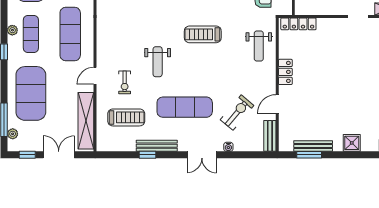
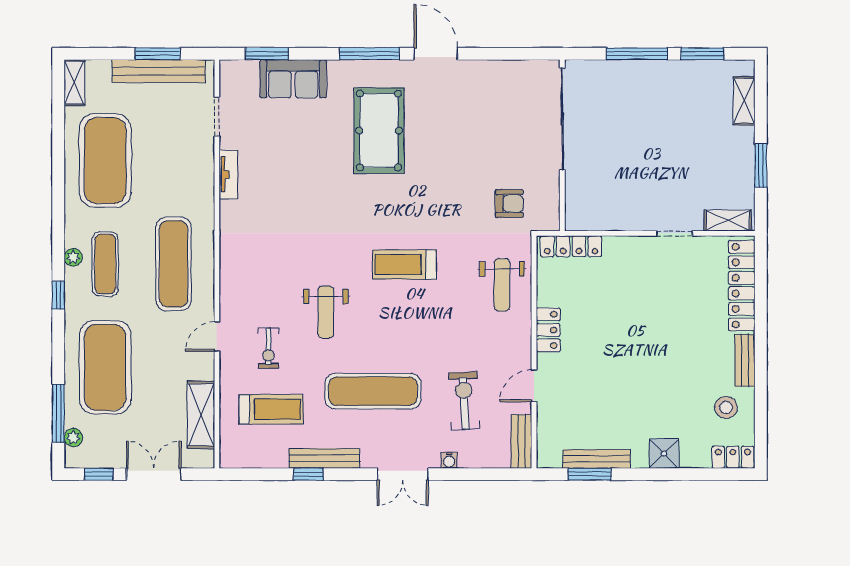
exercise bike: (237, 113) -> (464, 401), turned -43
shelving: (86, 121) -> (201, 415), width x0.68

